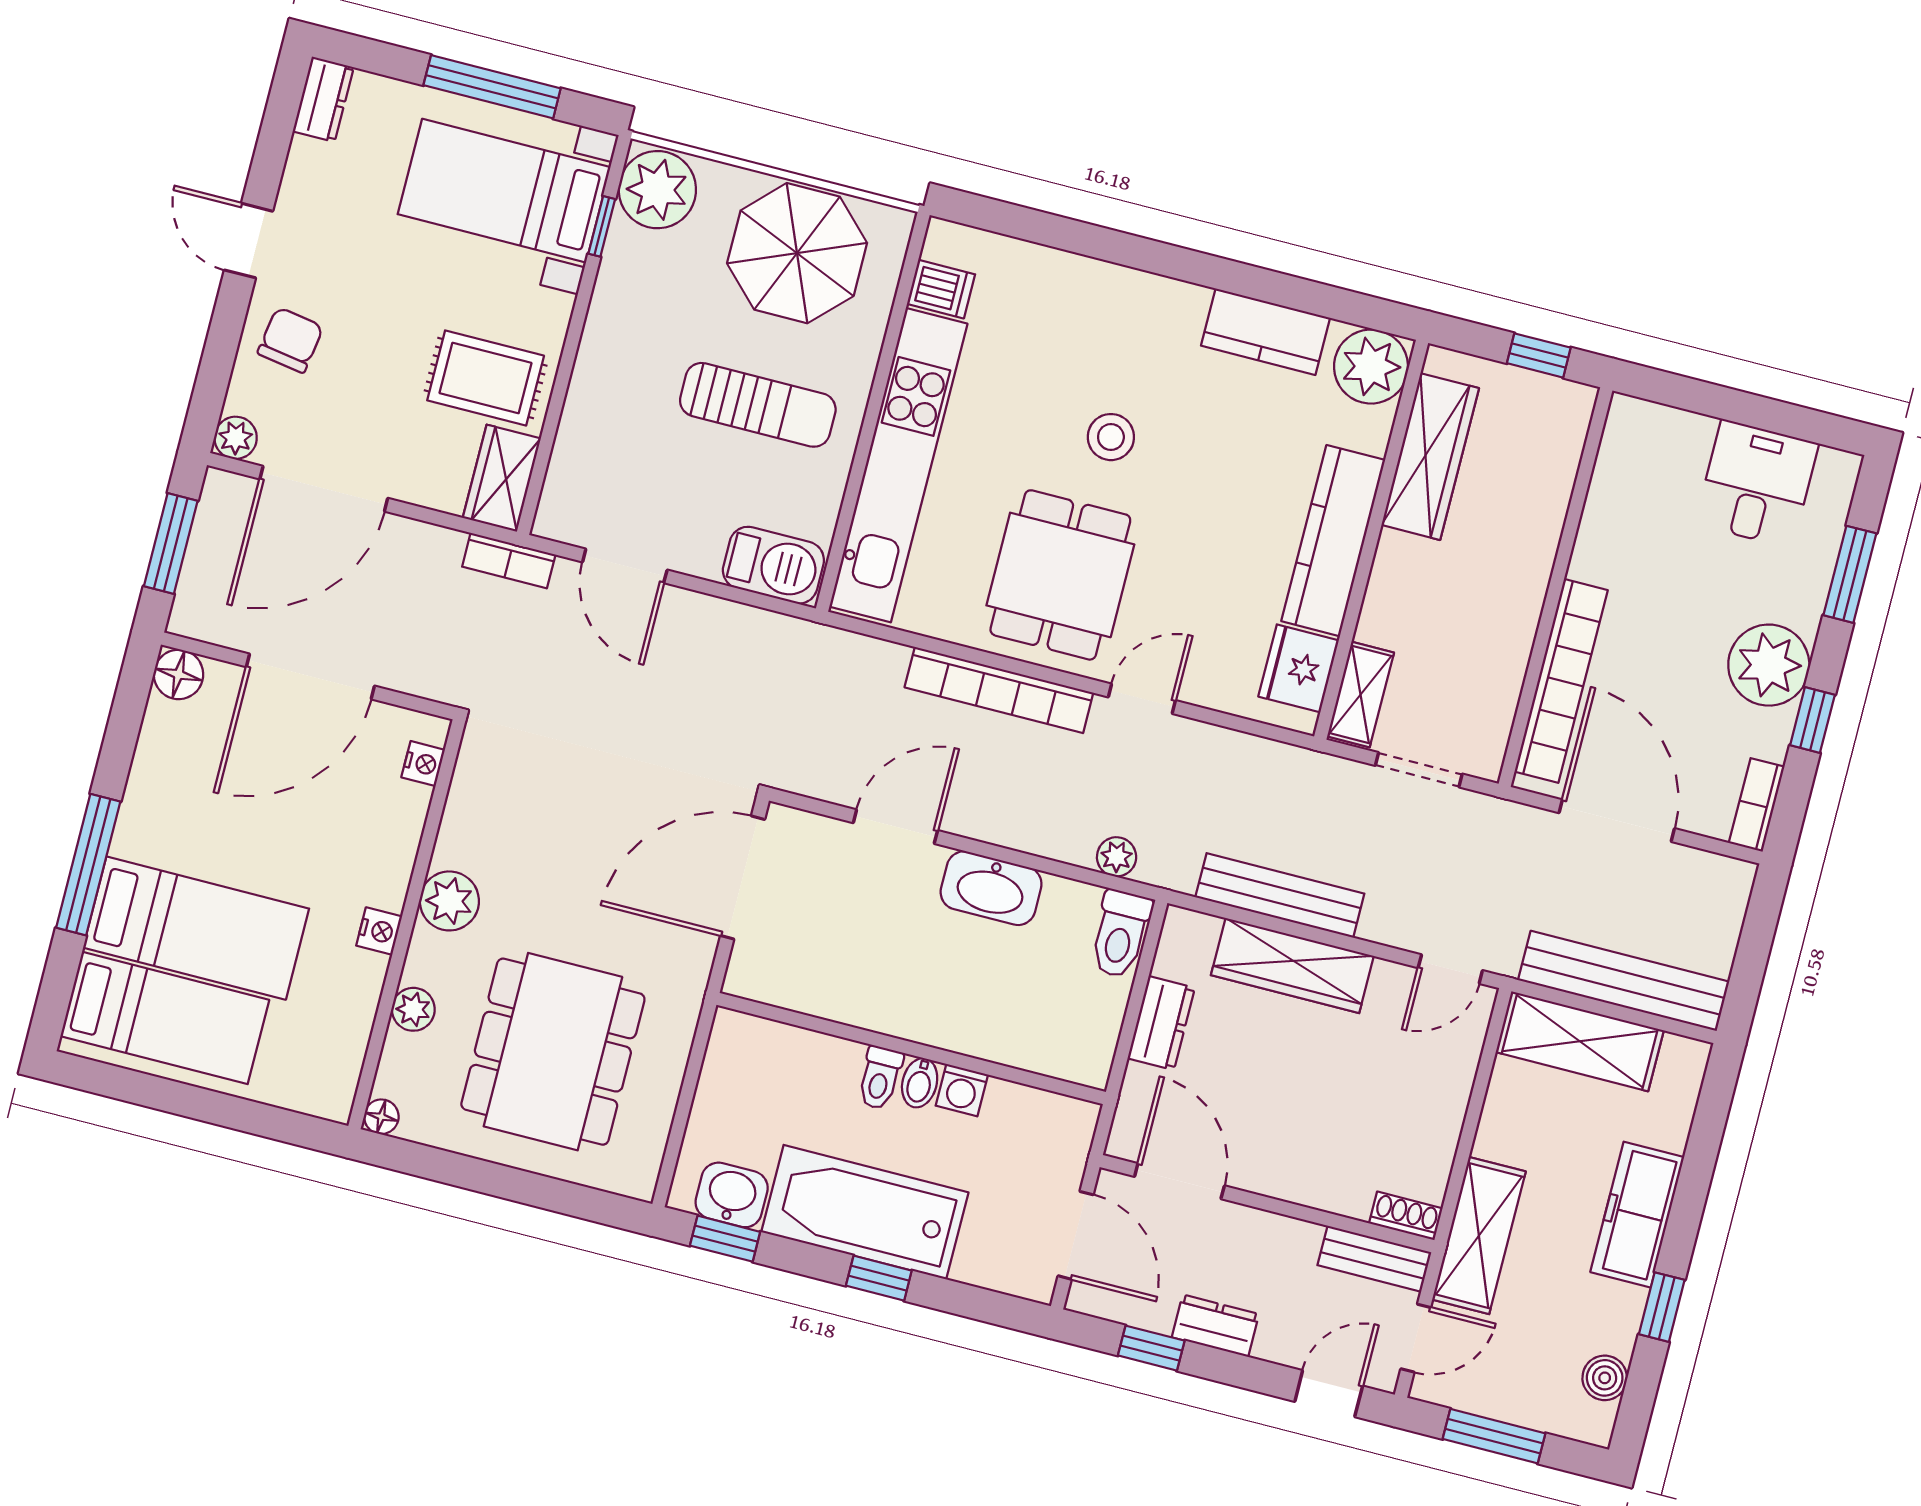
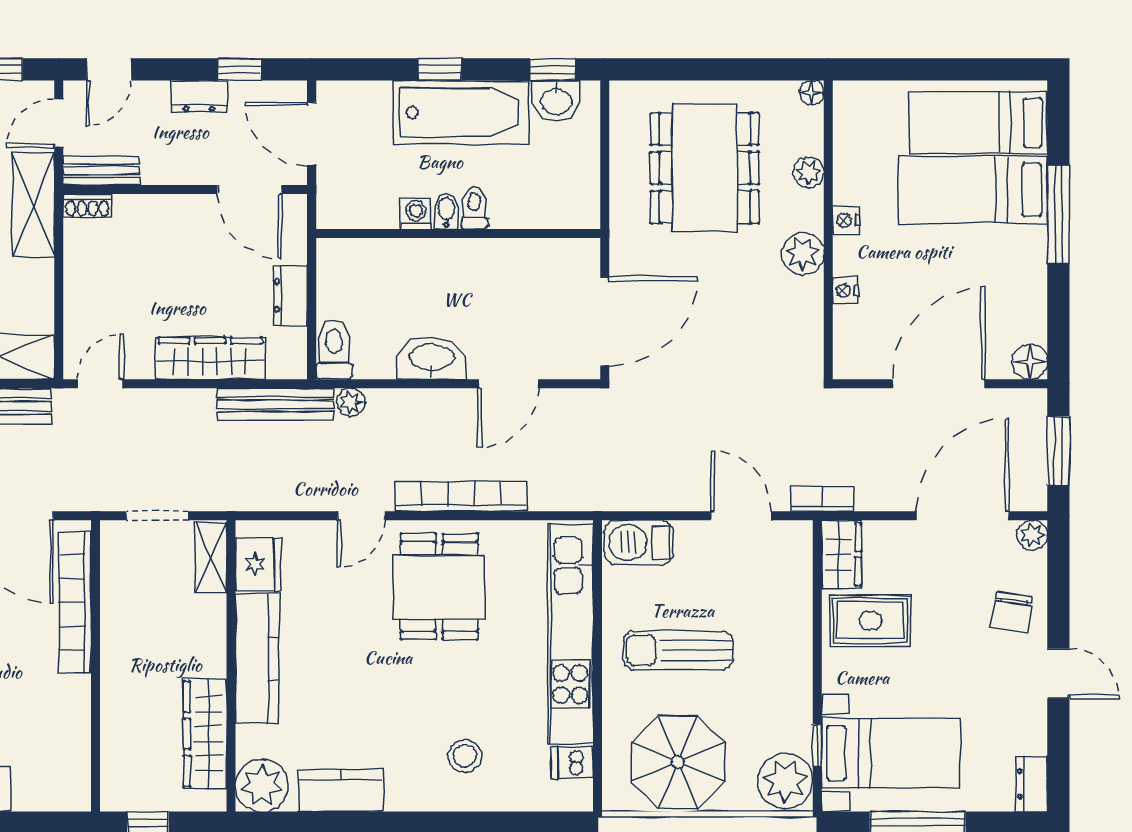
stool: (1111, 437) -> (465, 756), moved
nightstand: (423, 764) -> (845, 291), moved
bench: (1280, 895) -> (276, 404), moved

